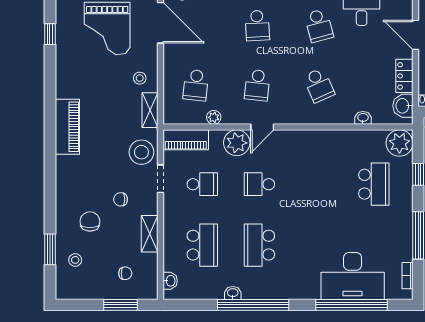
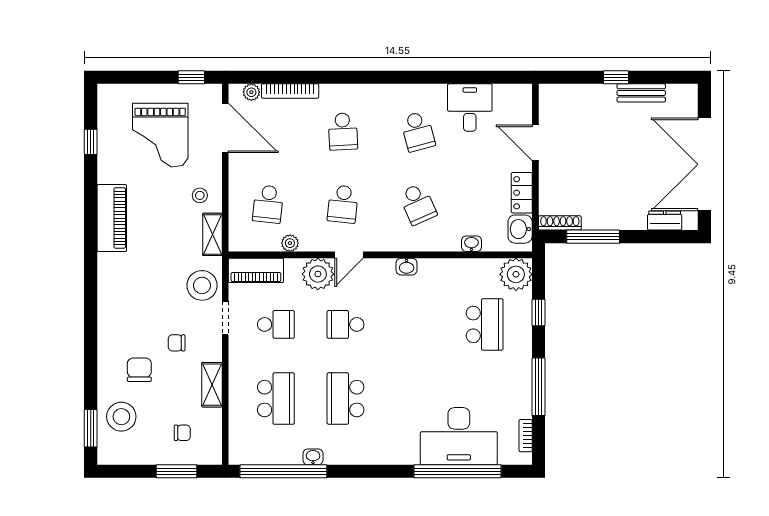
piano: (67, 127) -> (112, 218), moved
window: (50, 249) -> (91, 428), moved
stool: (75, 260) -> (121, 417), width x1.89, depth x1.89
washbasin: (170, 281) -> (407, 267), moved, turned 90
window: (253, 305) -> (283, 471), moved

